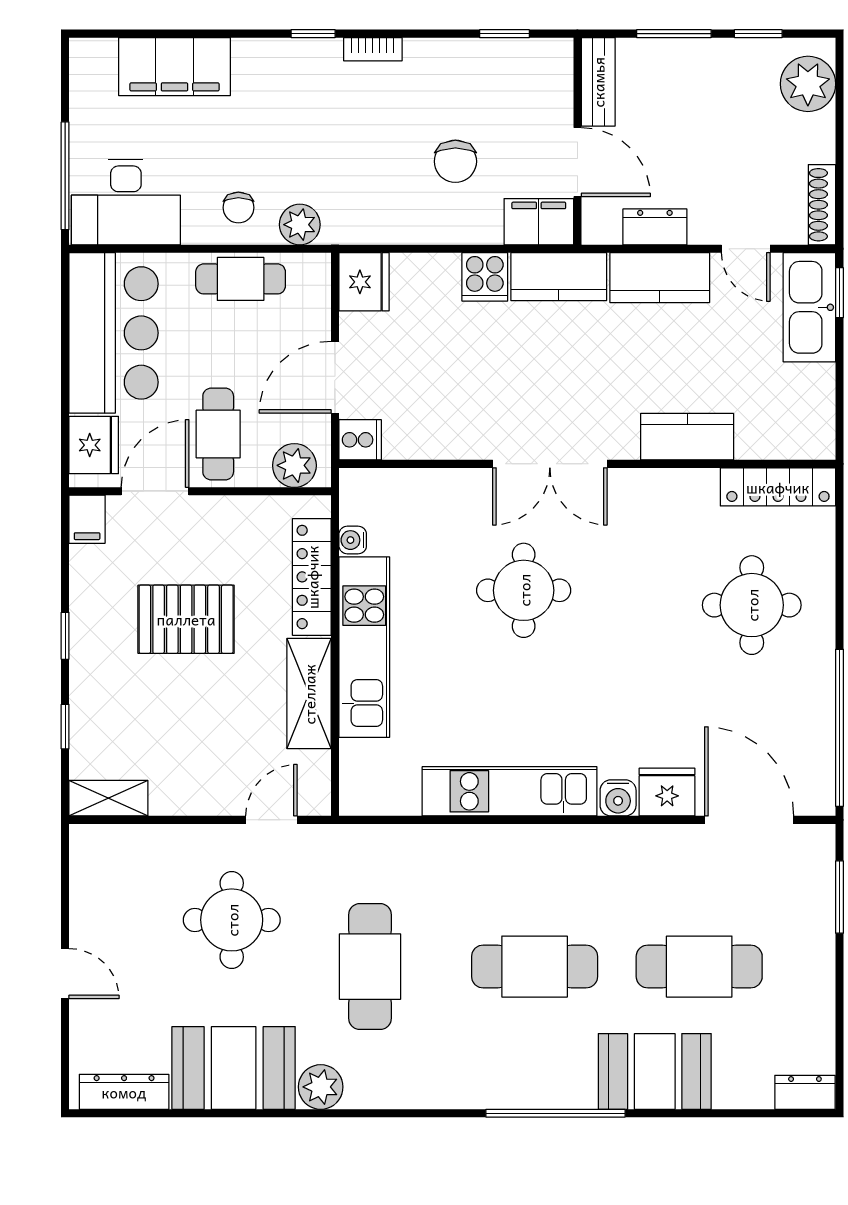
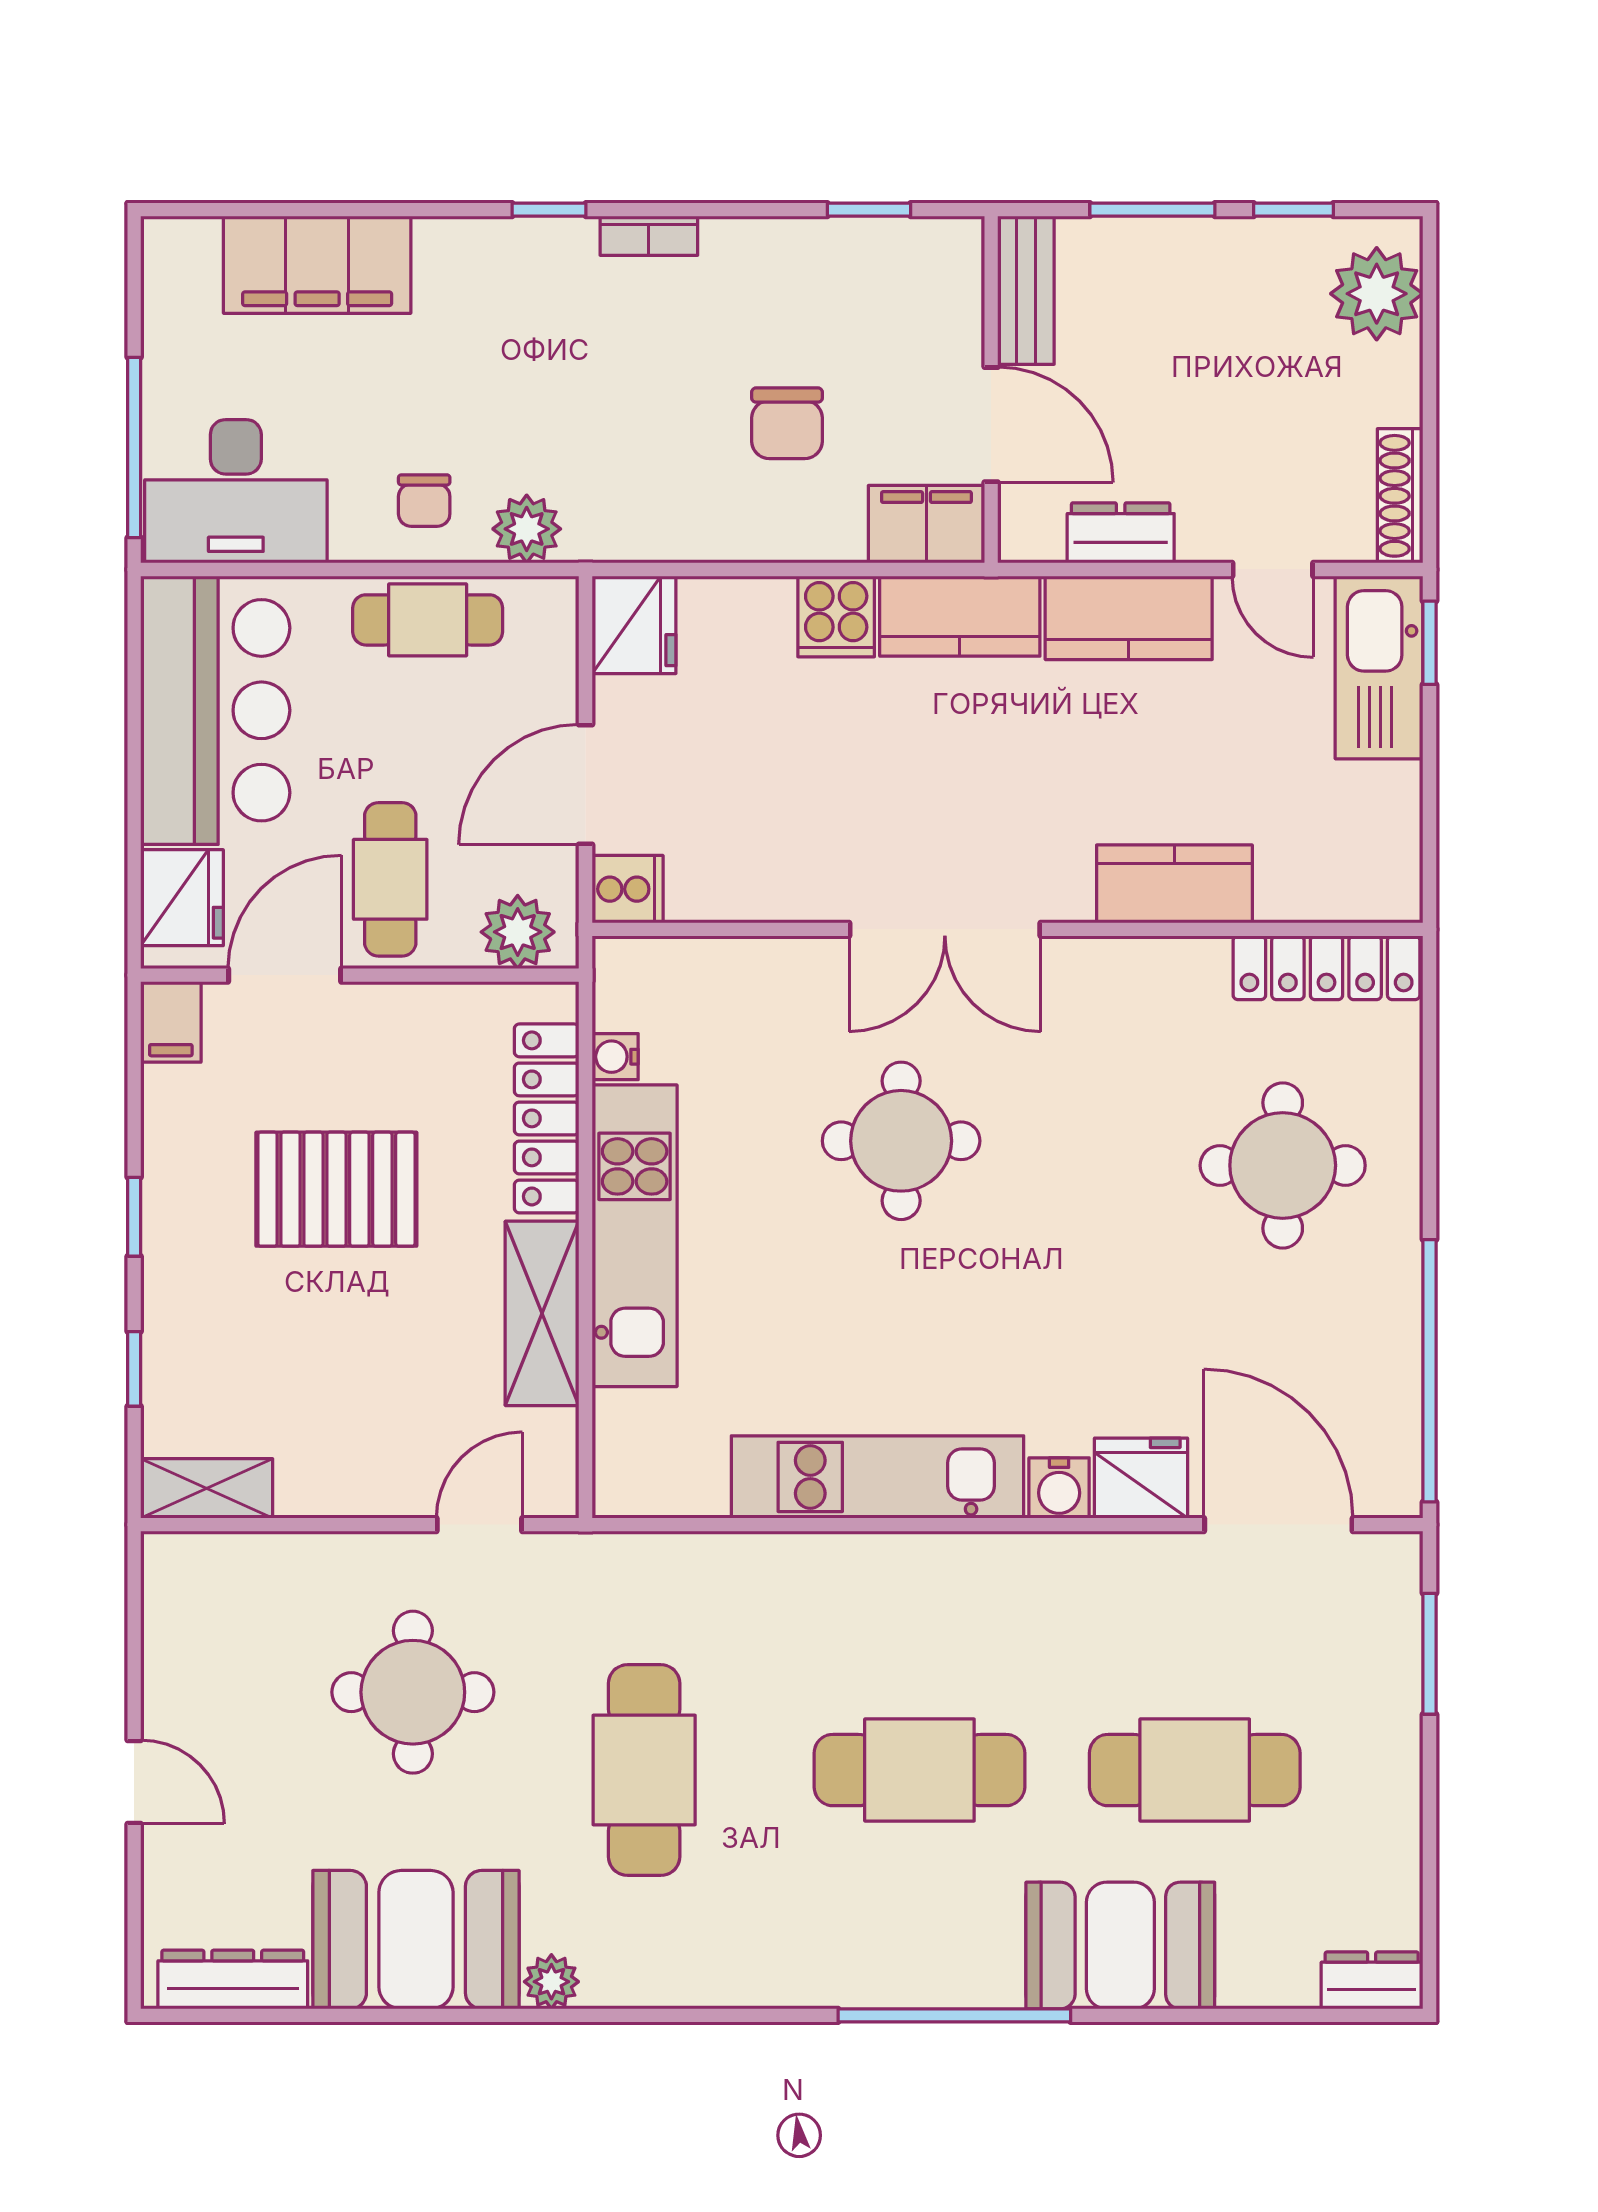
plant: (321, 1087) -> (551, 1982), width x0.73, depth x0.73

